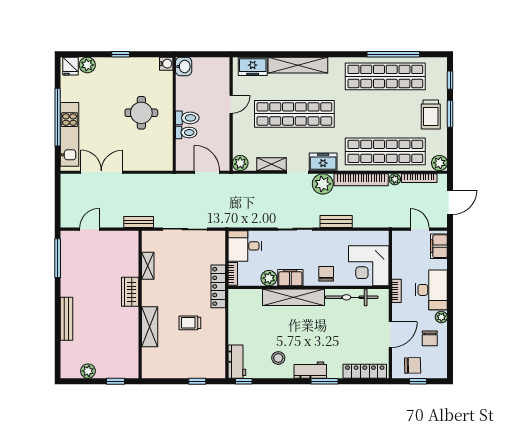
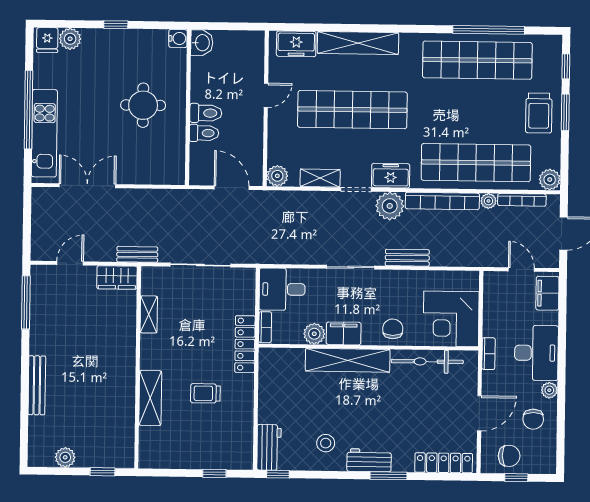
wardrobe: (130, 292) -> (117, 277), moved, turned -90

